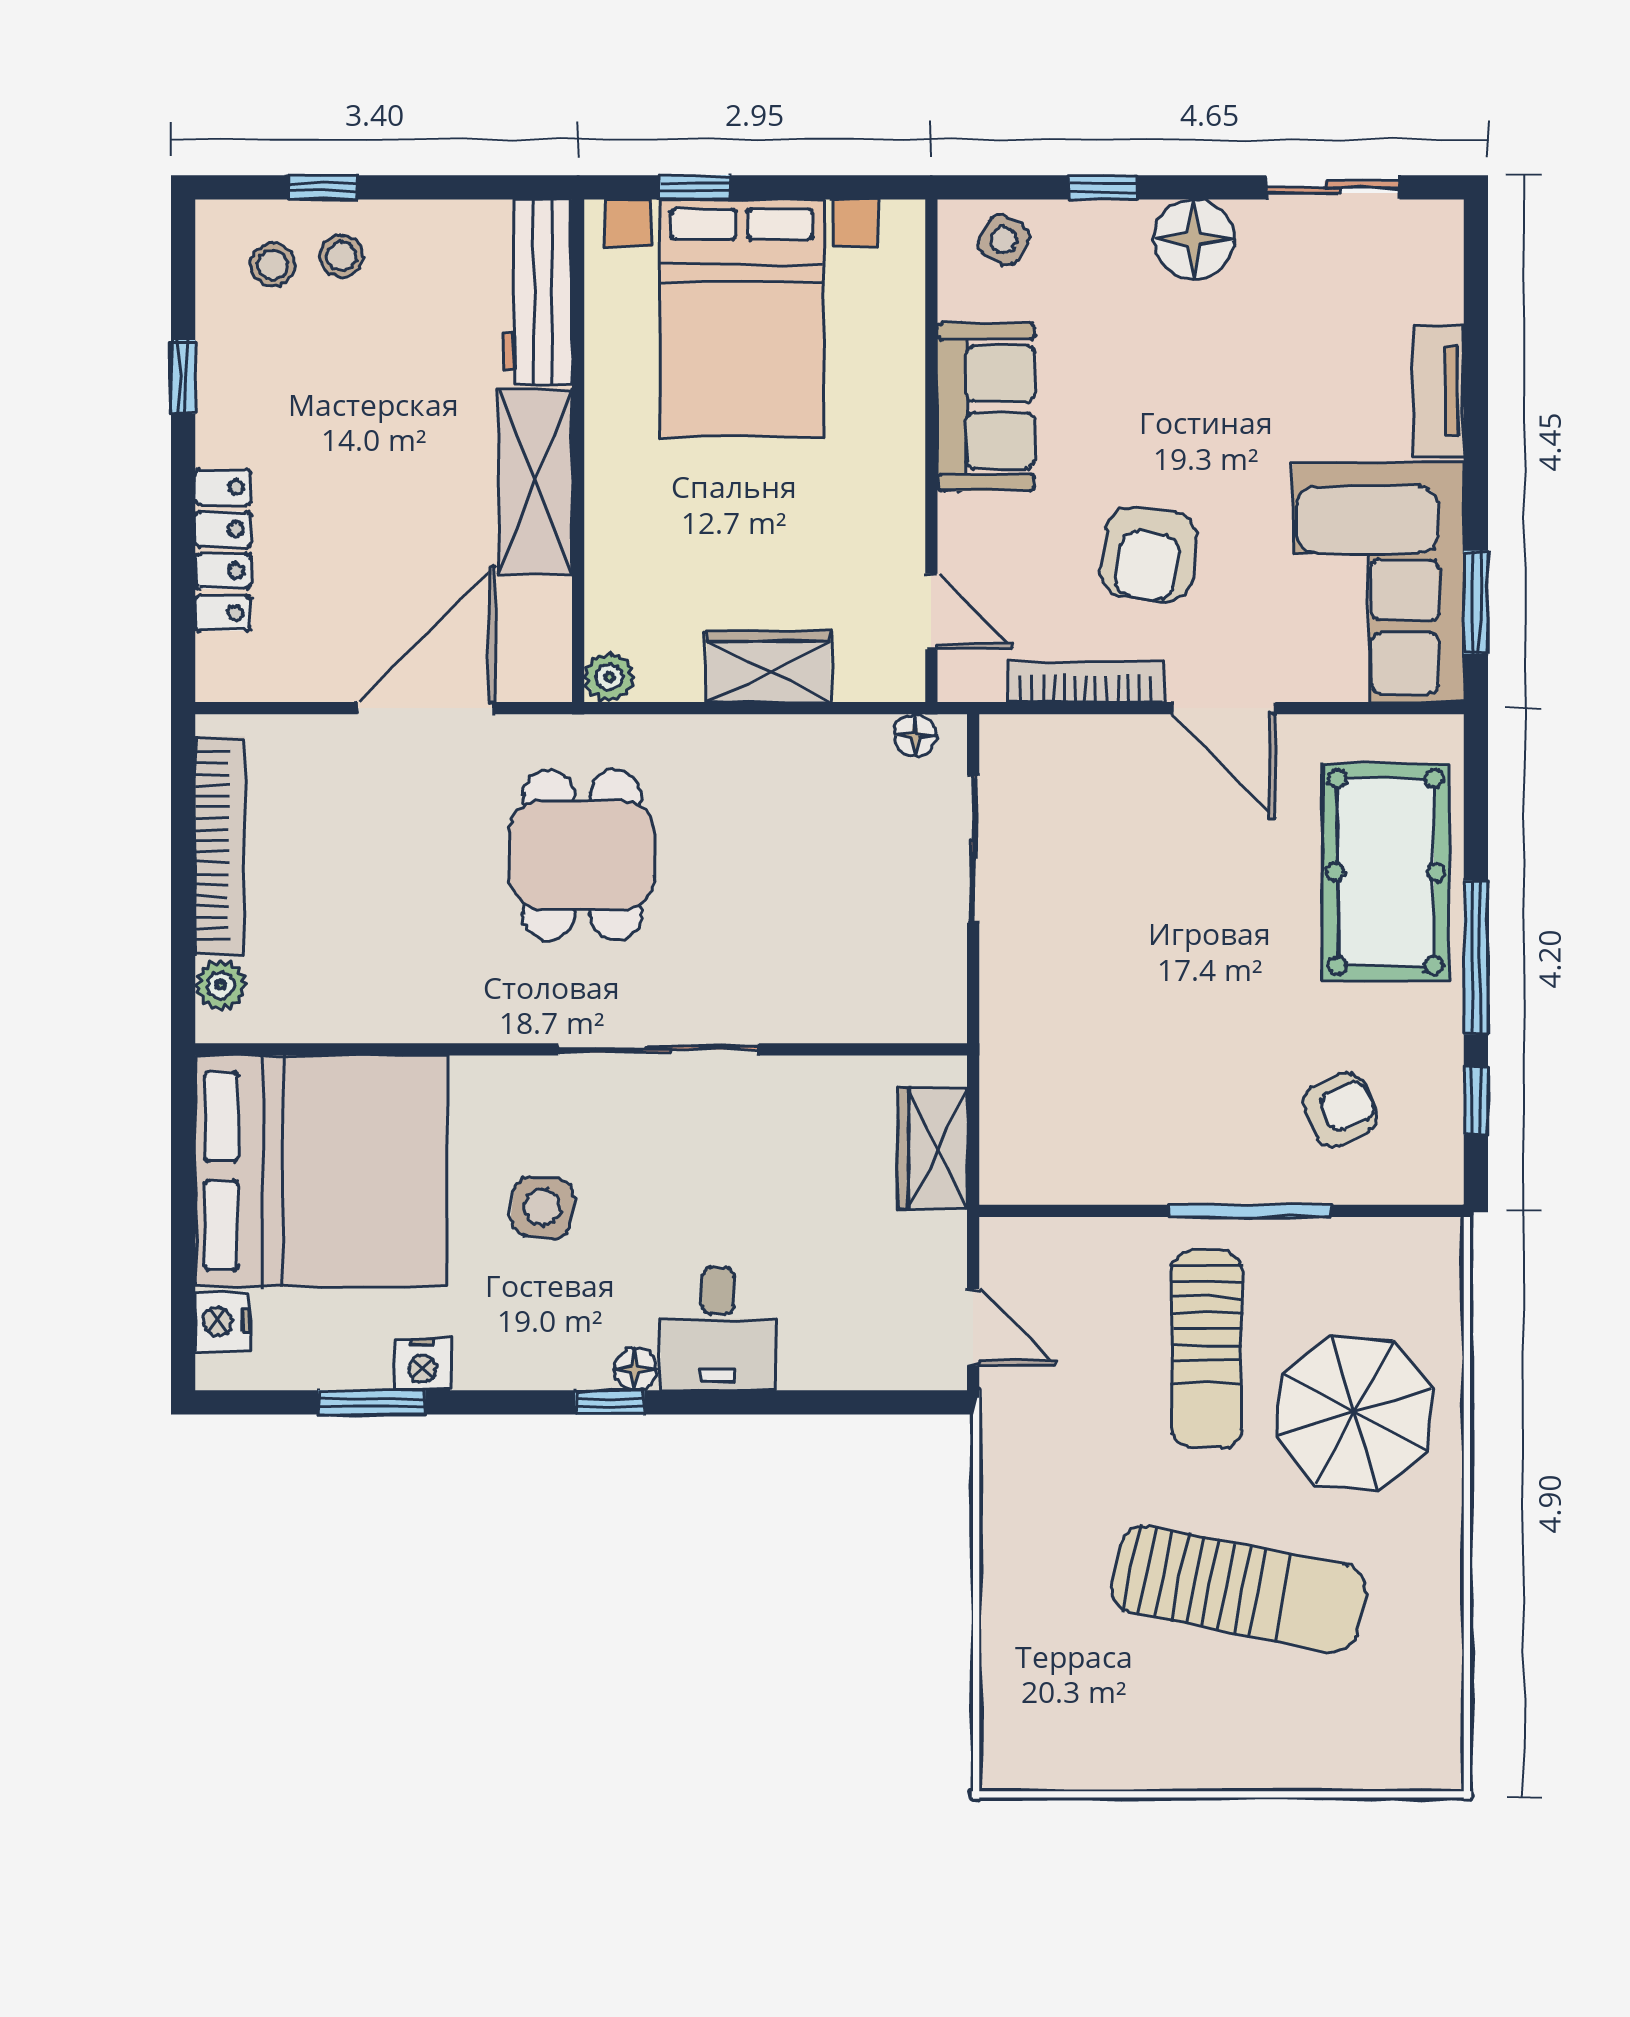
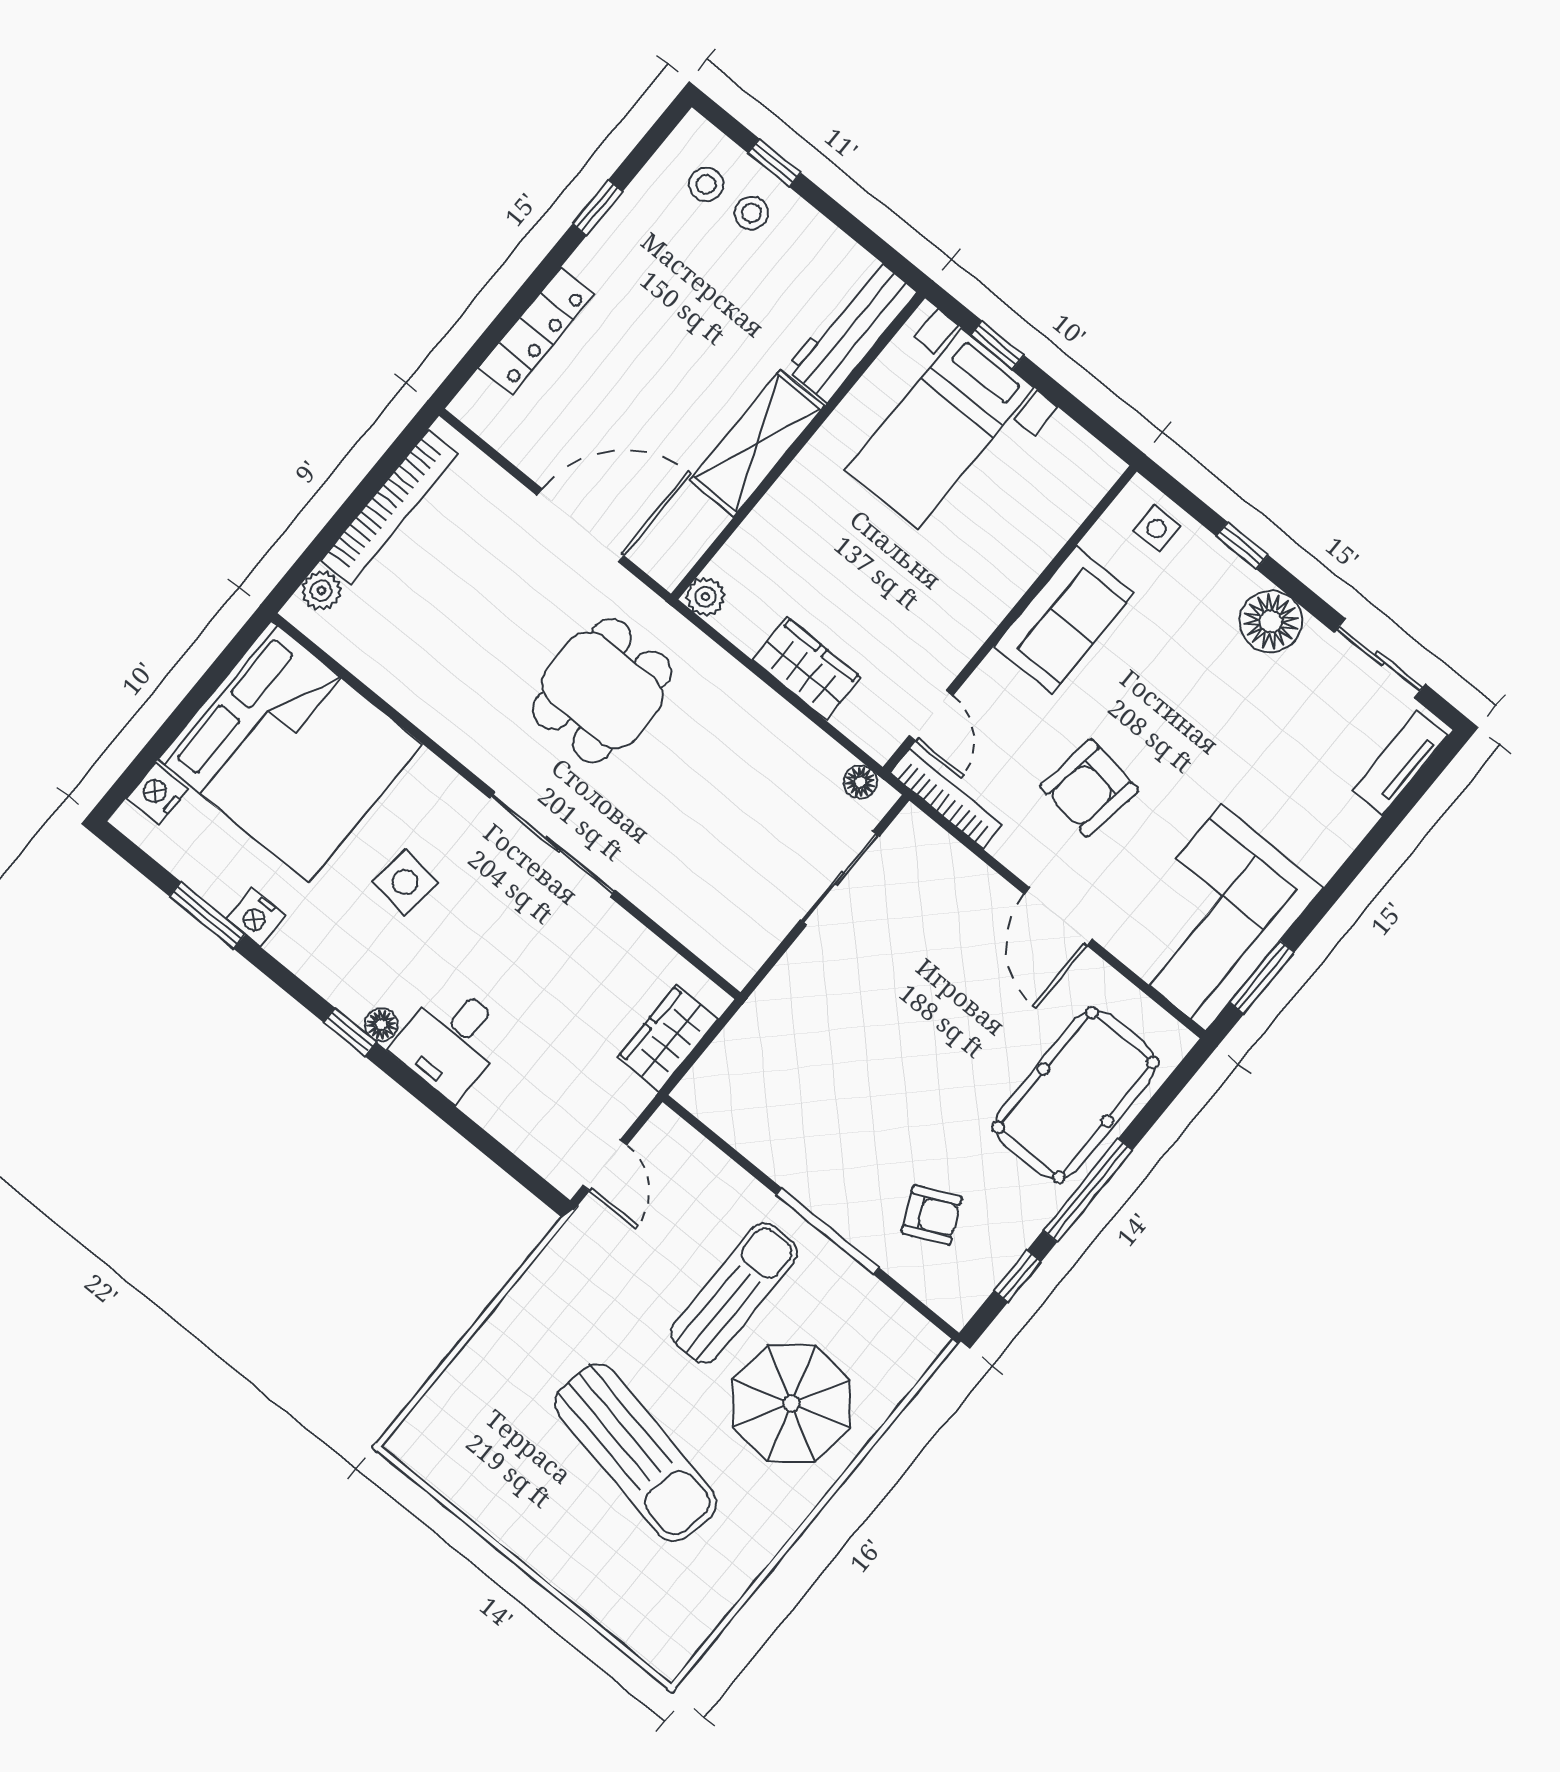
side table: (1004, 240) -> (1157, 528), turned -30
bed with nightstands: (742, 318) -> (939, 429), width x0.73
tv unit: (1439, 391) -> (1400, 763), moved
bookcase: (1086, 682) -> (946, 799), moved
sun lounger: (1207, 1349) -> (734, 1293), turned 180

